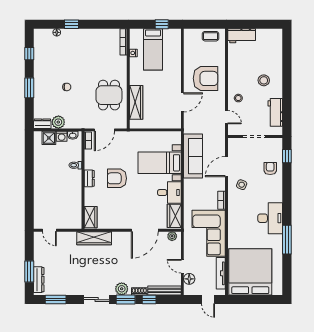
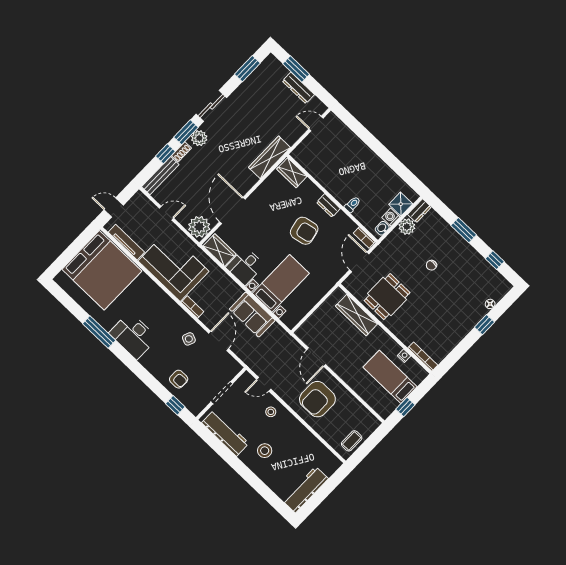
workbench: (242, 36) -> (306, 490), moved, width x1.38
dining table: (109, 95) -> (387, 297), turned 90
workbench: (275, 112) -> (225, 433), width x1.38
sofa: (193, 156) -> (252, 315), width x0.73
armchair: (117, 178) -> (304, 231), turned 78
plant: (172, 236) -> (199, 227), width x1.88, depth x1.88
floor lamp: (189, 279) -> (149, 208), removed
dresser: (39, 280) -> (298, 88), moved

